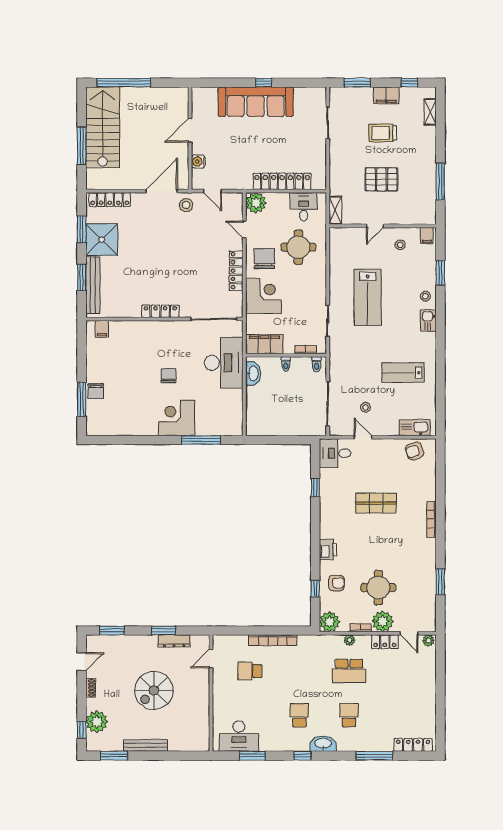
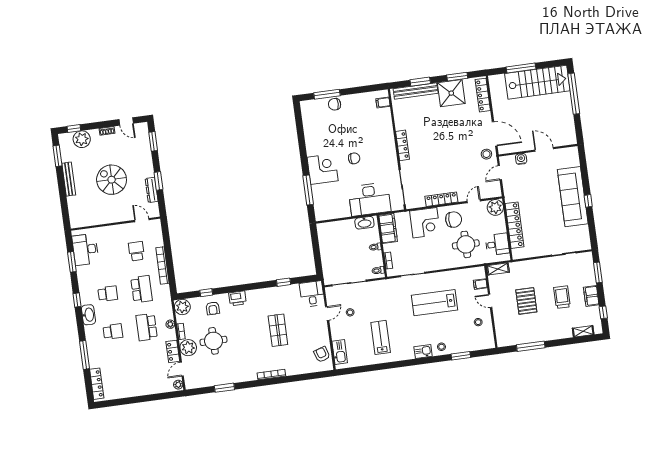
filing cabinet: (427, 235) -> (480, 284), moved
school desk: (299, 671) -> (142, 289), added

